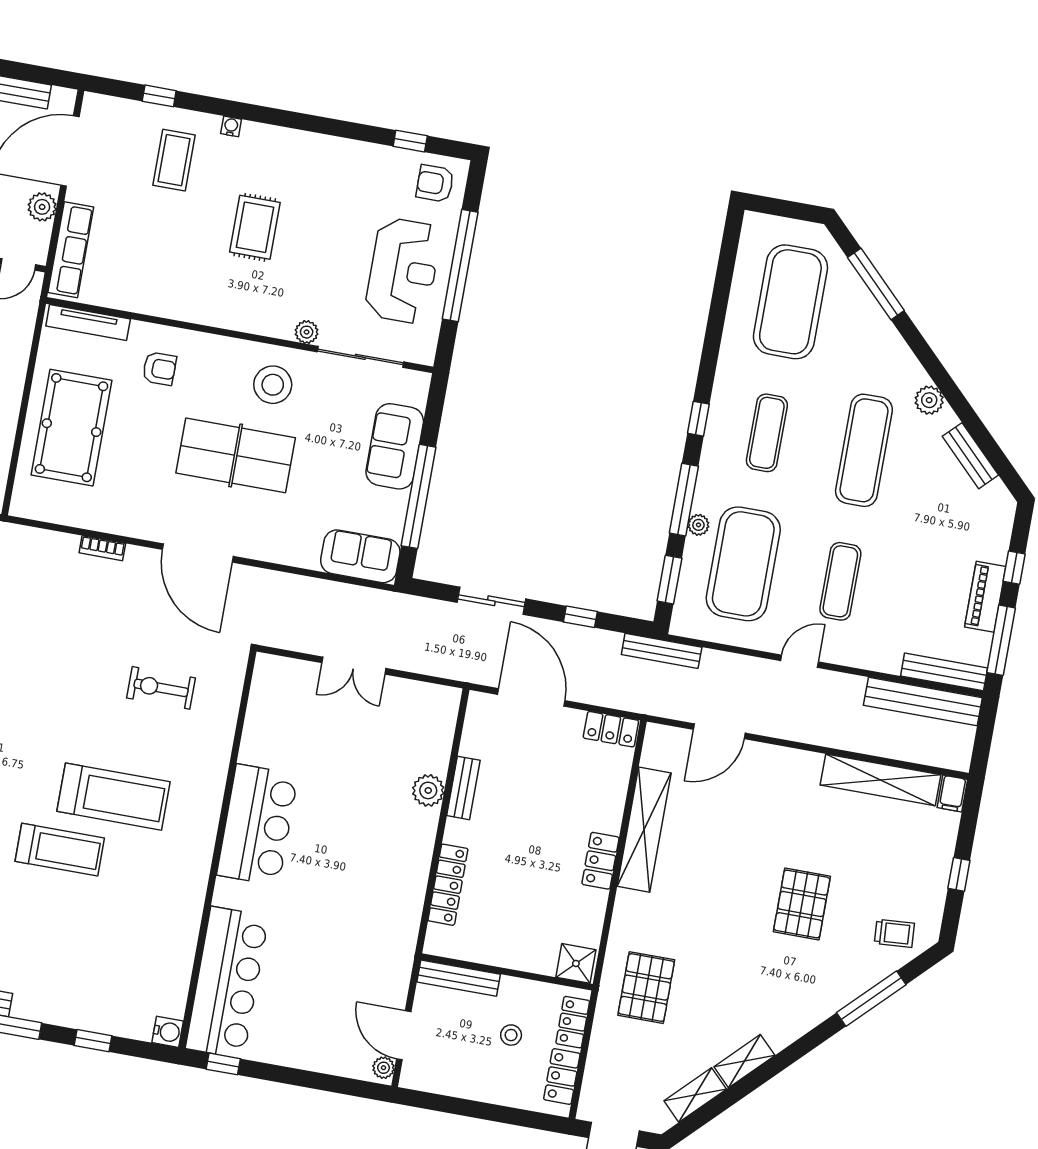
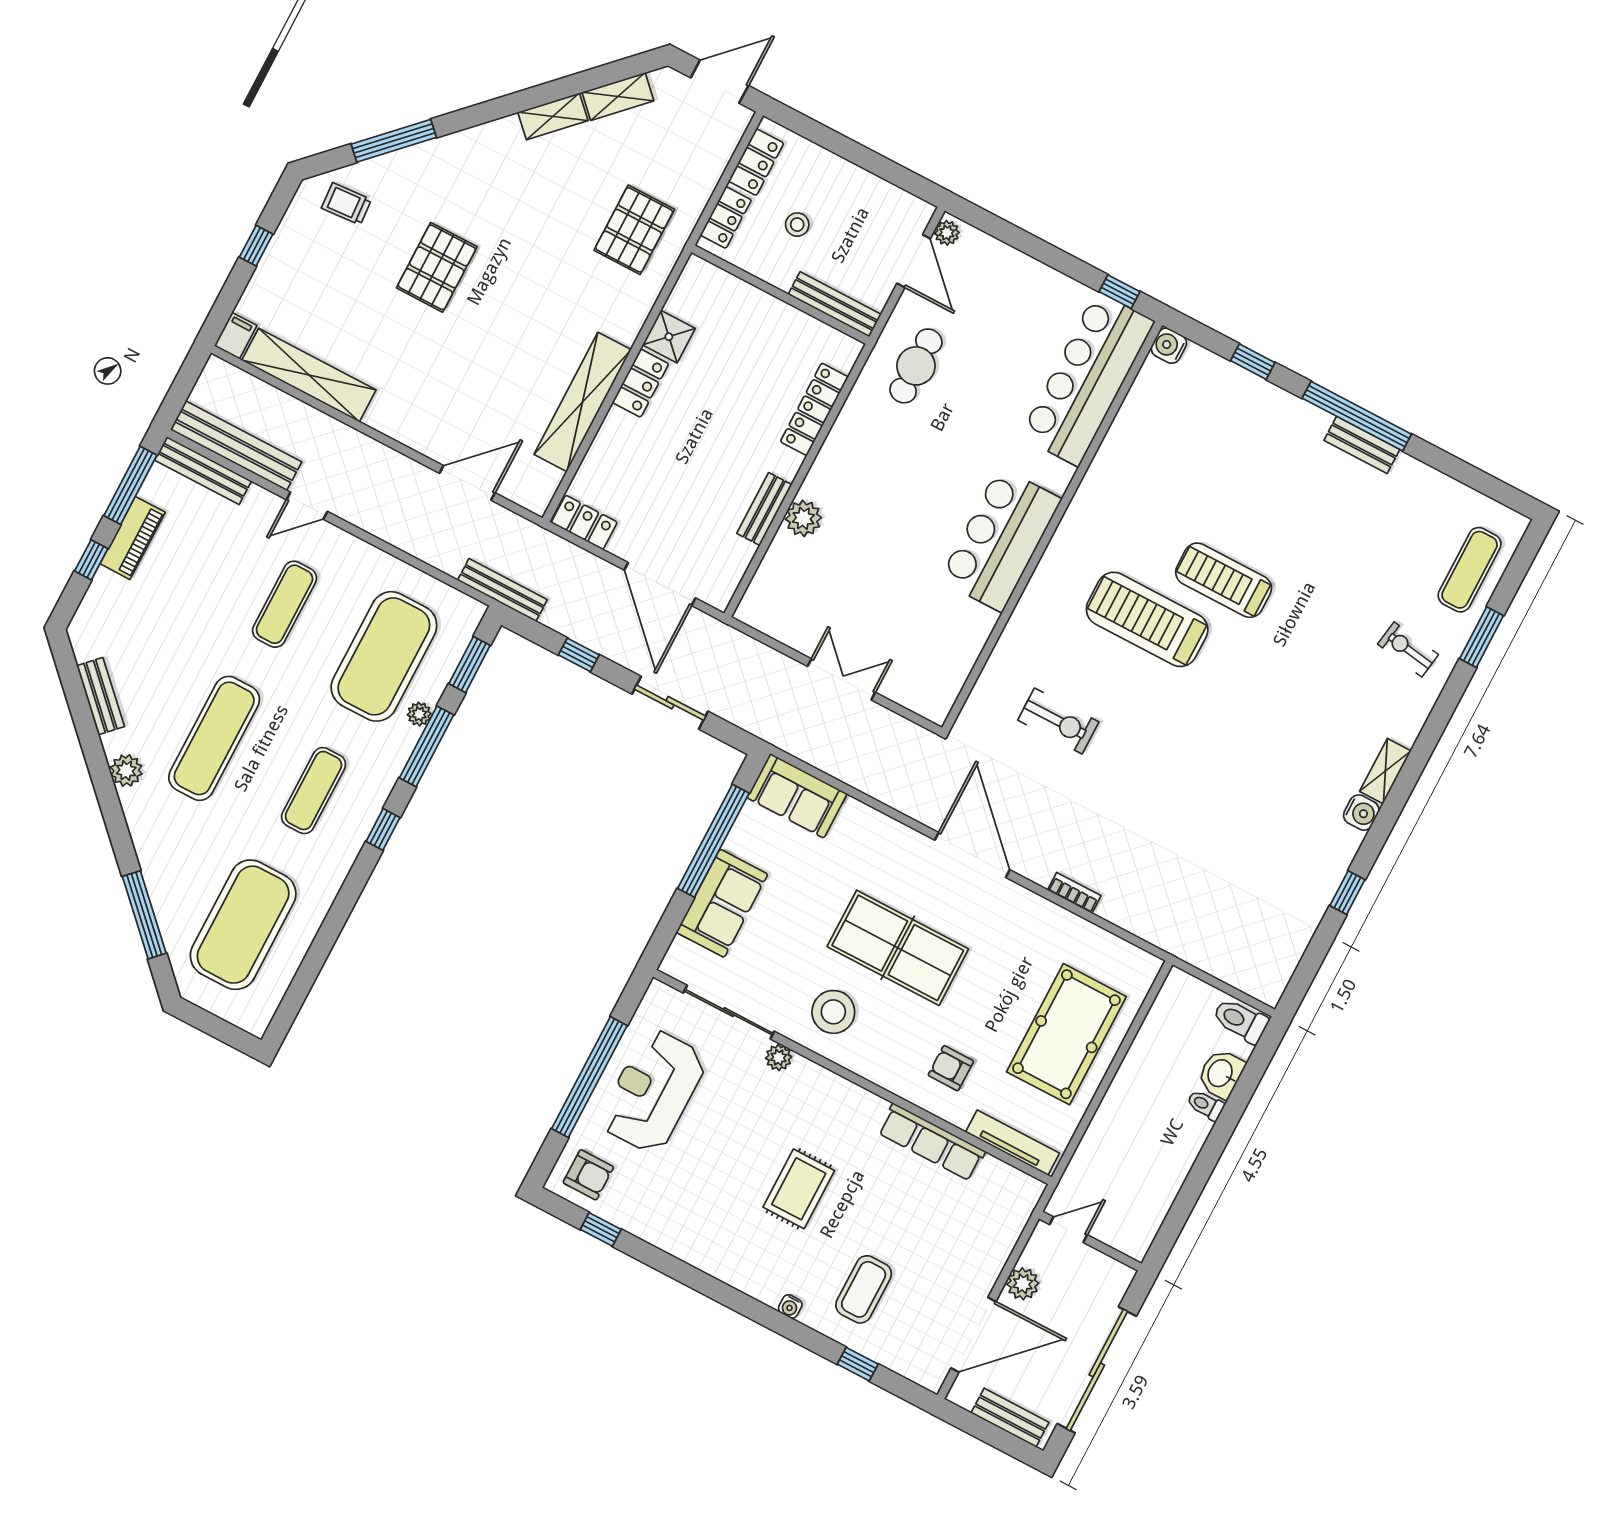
row of seats: (71, 250) -> (932, 1142), moved, turned -90
door: (800, 661) -> (307, 506), moved
cafe table: (374, 948) -> (916, 366), added
shower: (576, 963) -> (669, 337), moved

